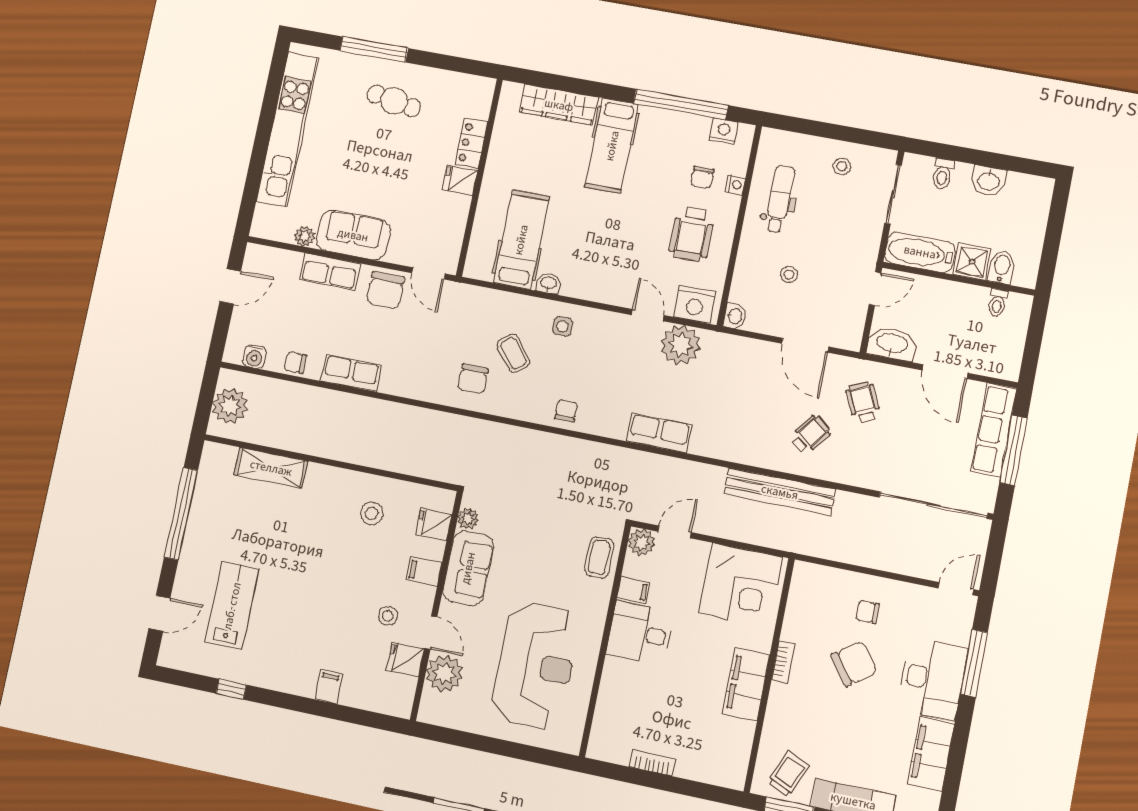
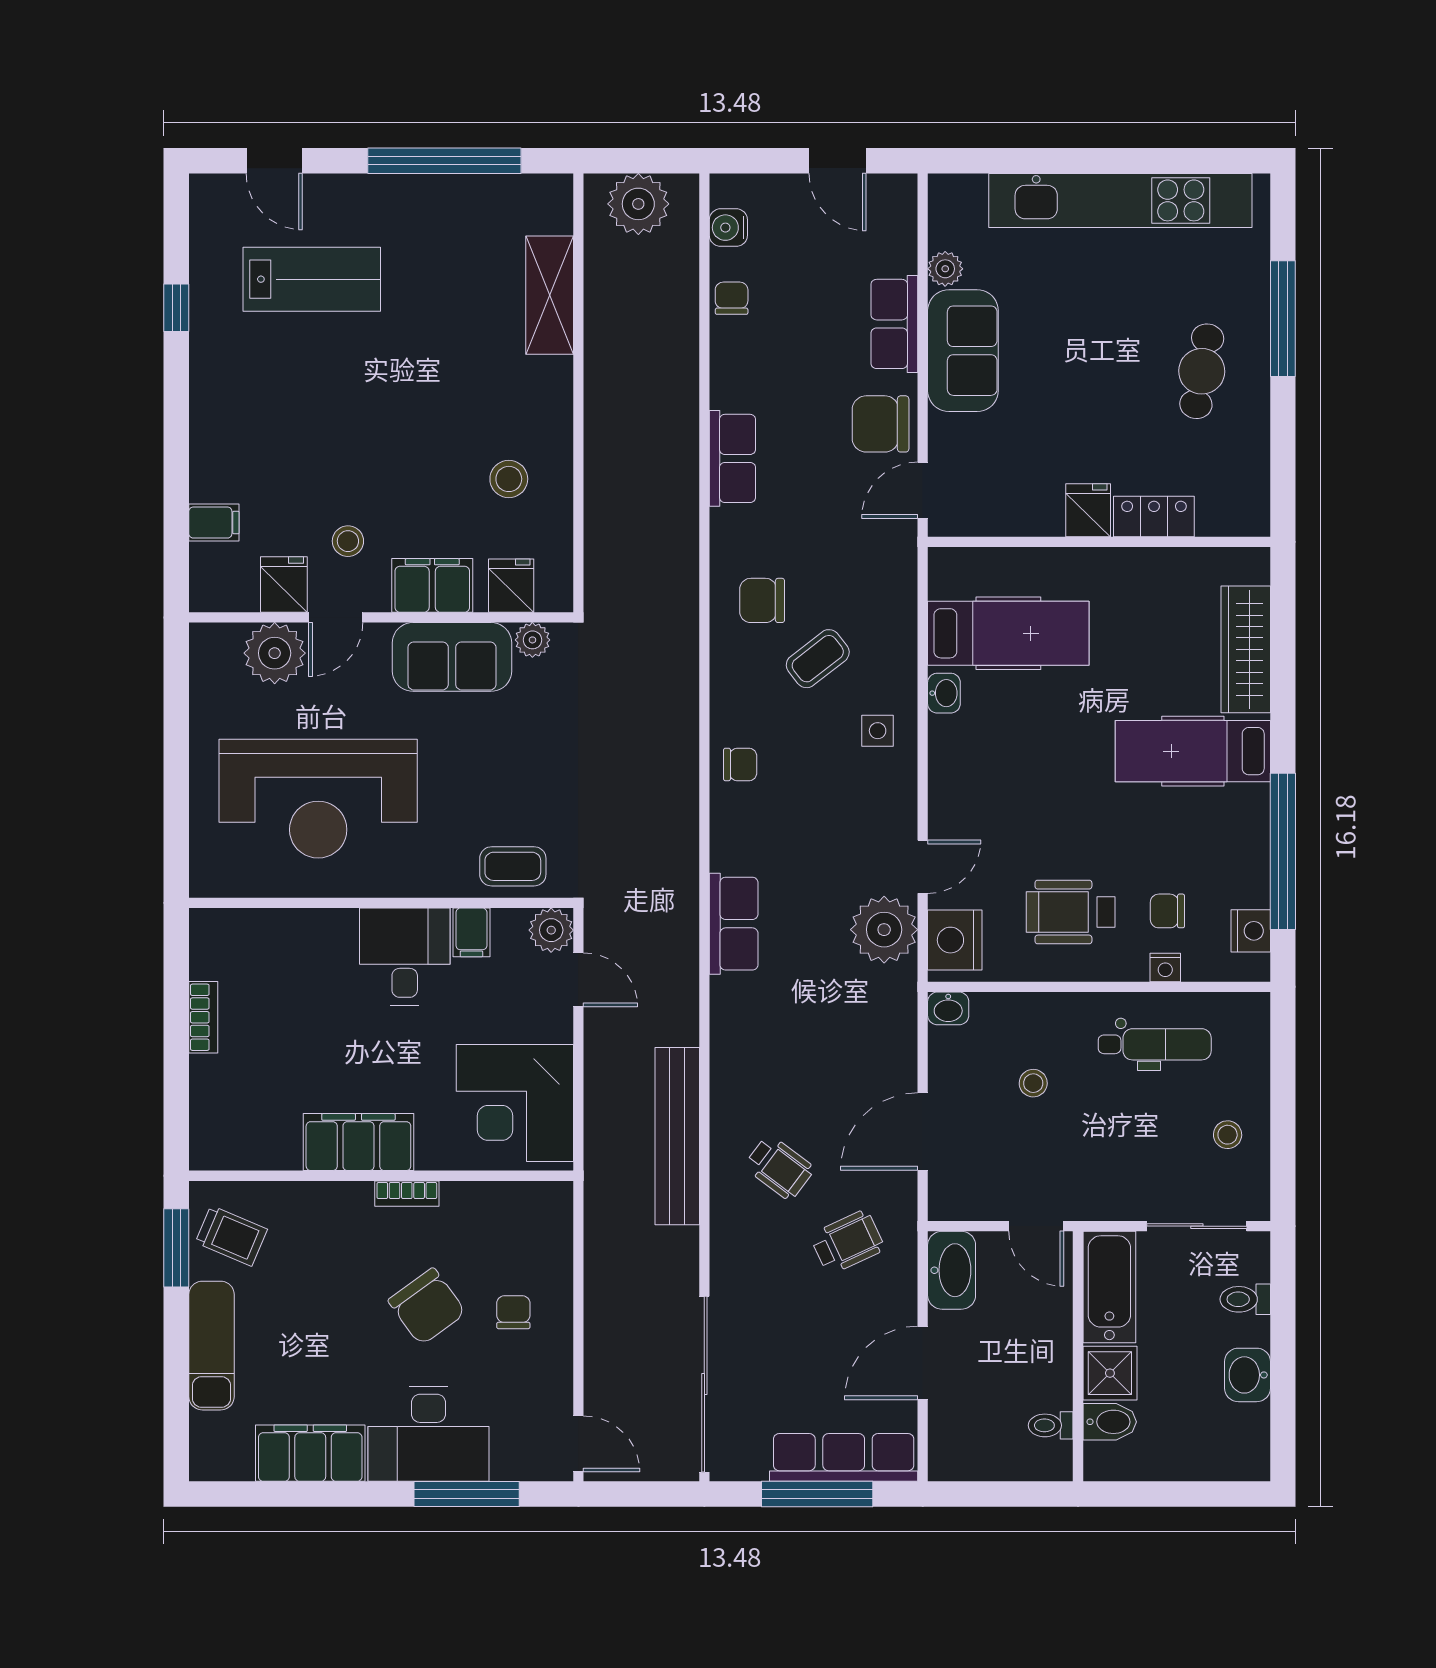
row of seats: (351, 373) -> (732, 458), moved
filing cabinet: (424, 571) -> (432, 585), width x2.00
filing cabinet: (328, 687) -> (214, 523), moved

